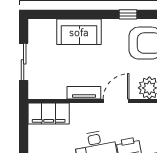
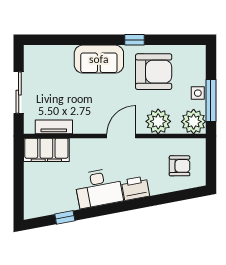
sofa: (79, 32) -> (99, 59), moved
tv unit: (84, 93) -> (54, 127), moved

